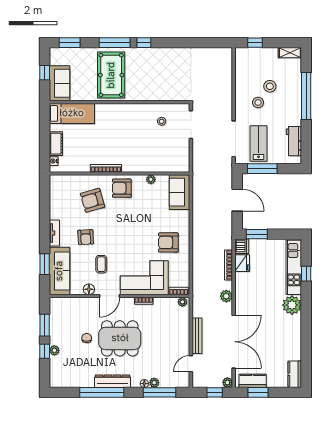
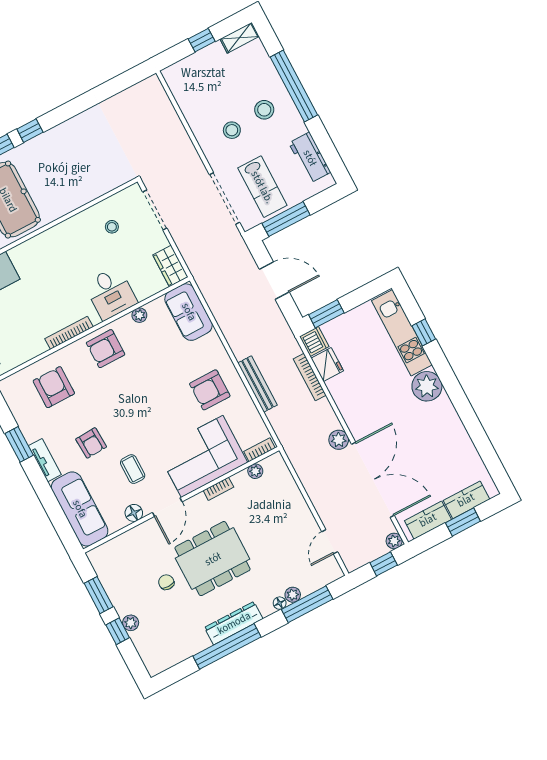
window: (255, 43) -> (202, 40), moved
stool: (270, 86) -> (264, 110), moved
lab bench: (259, 144) -> (262, 187), turned 180
desk: (141, 158) -> (111, 293), added
wardrobe: (183, 161) -> (170, 266), added
armchair: (93, 200) -> (54, 387), moved, turned 106
window: (45, 264) -> (19, 444), moved
plant: (226, 296) -> (339, 440), moved
plant: (182, 302) -> (255, 471), moved
bench: (197, 336) -> (257, 384), moved
kitchen counter: (295, 374) -> (466, 500), moved, turned 90
window: (258, 392) -> (463, 522), moved

